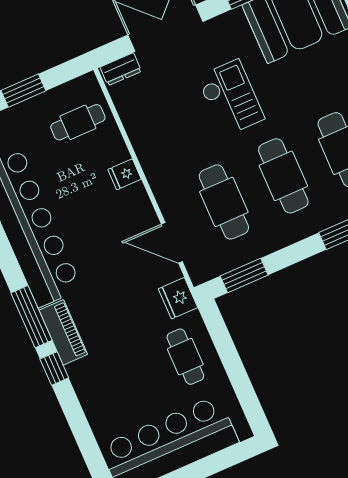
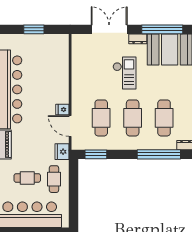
dresser: (121, 69) -> (138, 39), moved
cafe table: (78, 122) -> (27, 178), moved
fridge: (125, 174) -> (62, 110), moved

